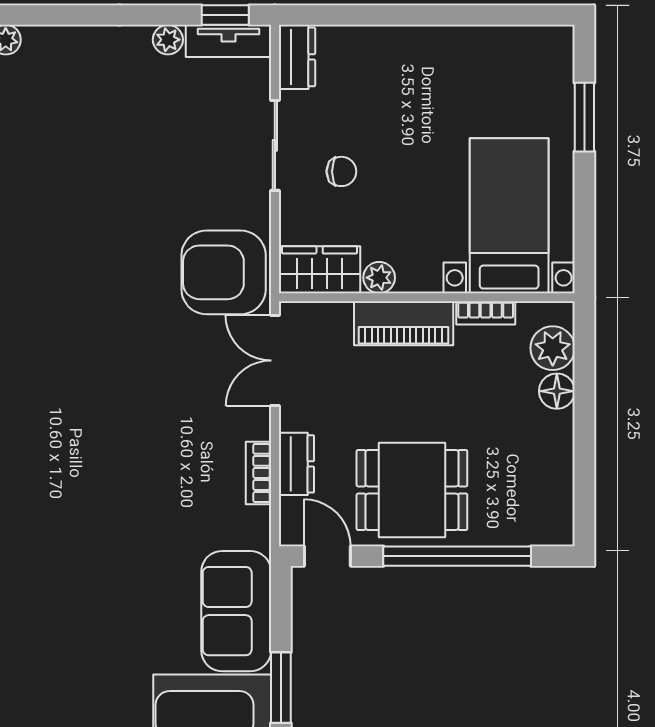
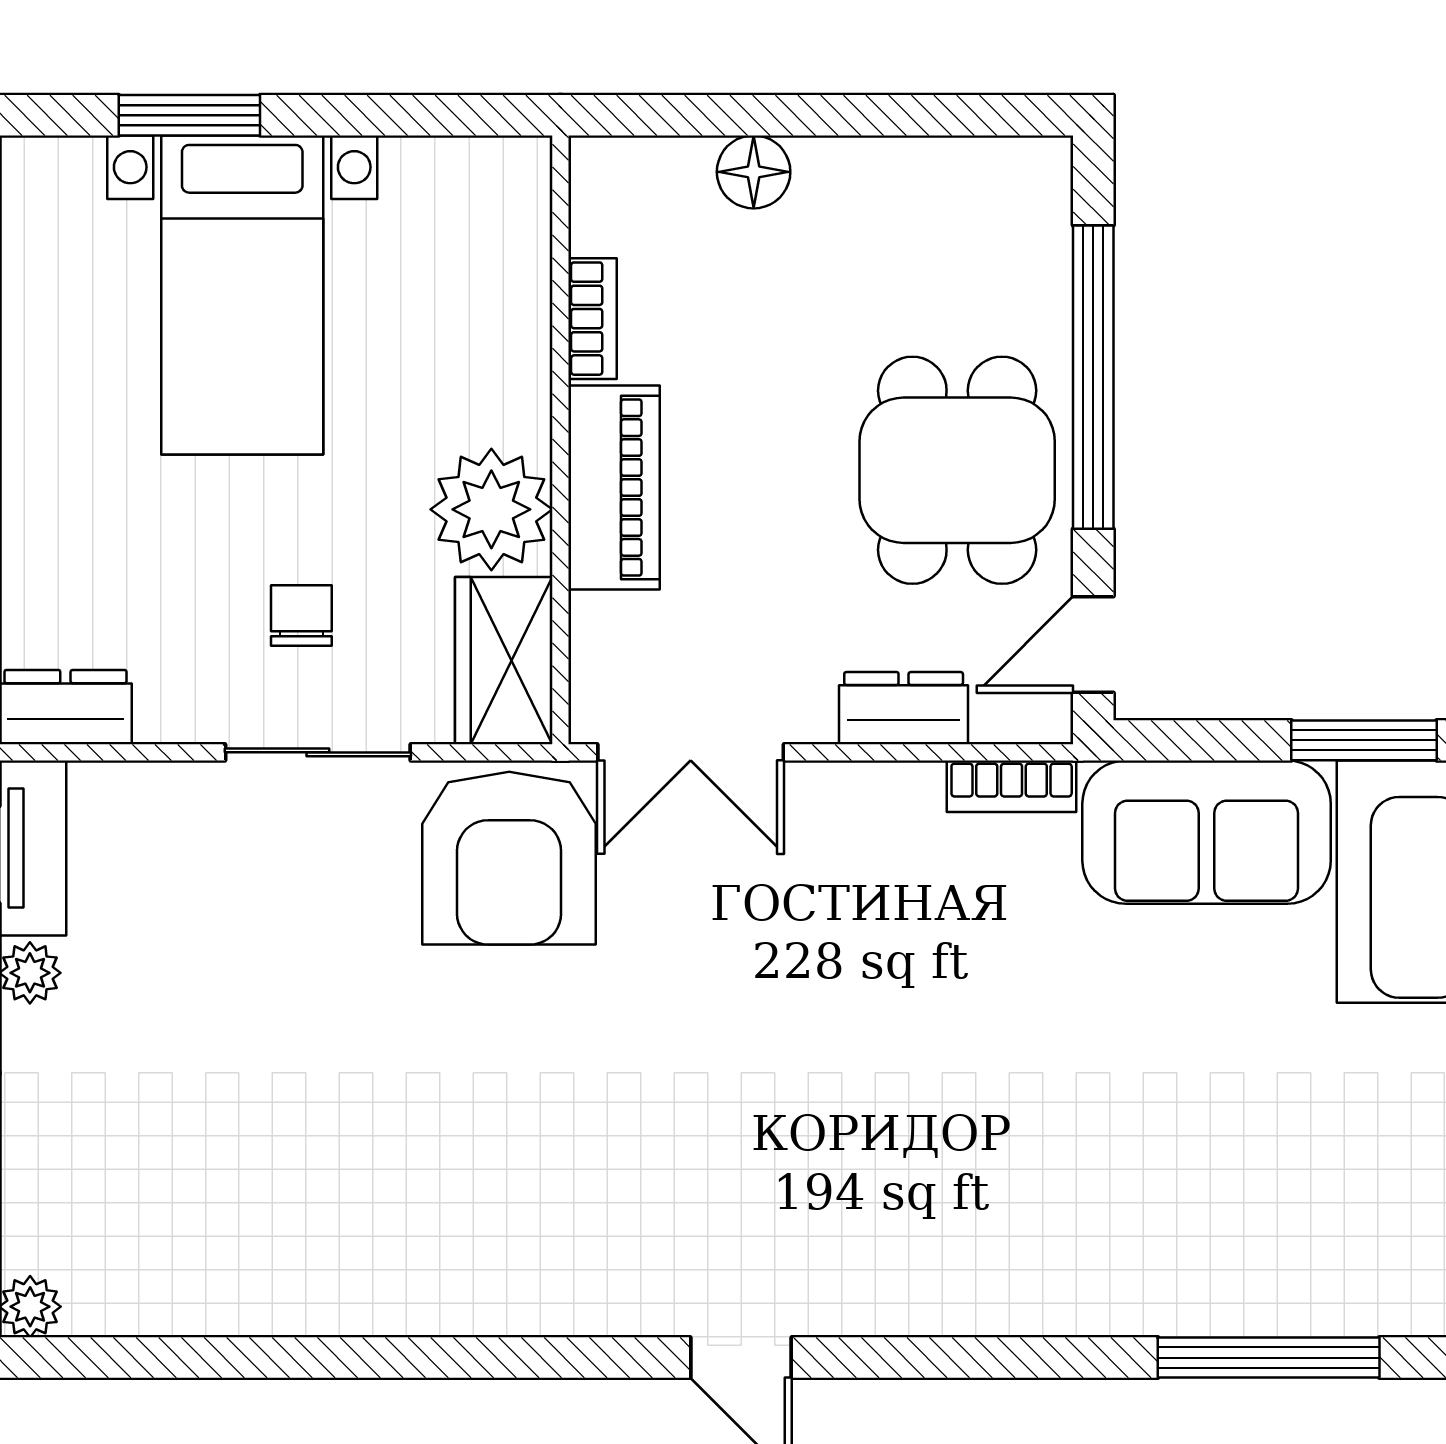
sliding door: (275, 145) -> (318, 752), moved
bed with nightstands: (509, 216) -> (242, 295), moved, turned -90
plant: (379, 278) -> (491, 509), width x1.88, depth x1.88
plant: (553, 348) -> (665, 181), removed
bookcase: (259, 473) -> (1012, 786), moved

